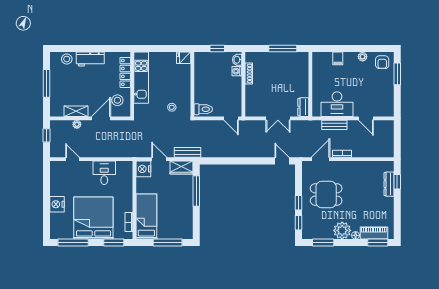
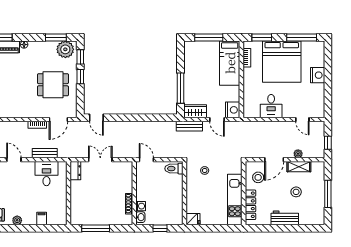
stool: (67, 59) -> (296, 192), moved
desk: (337, 104) -> (46, 174), width x0.73
plant: (342, 230) -> (65, 49), moved

